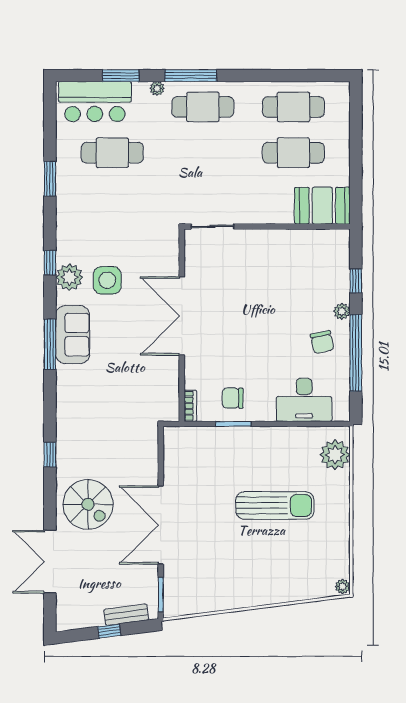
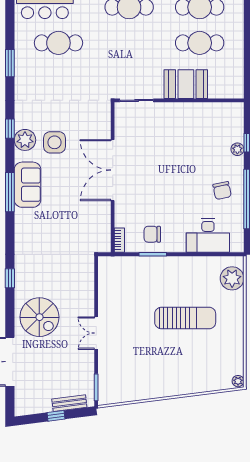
booth: (322, 206) -> (186, 84), moved
plant: (342, 311) -> (237, 149), moved
double door: (161, 525) -> (96, 333), width x0.54

